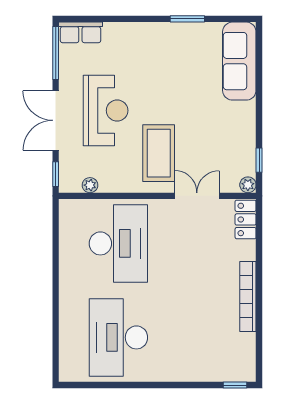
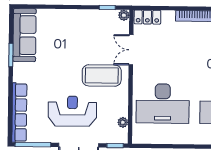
row of seats: (80, 32) -> (19, 112), width x2.02
sofa: (239, 61) -> (25, 35), moved, turned -90
desk: (118, 243) -> (163, 104), turned 180

